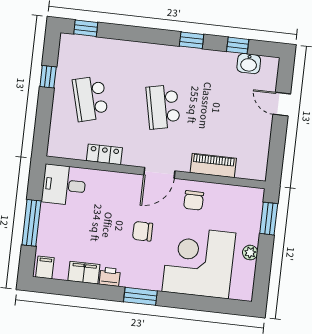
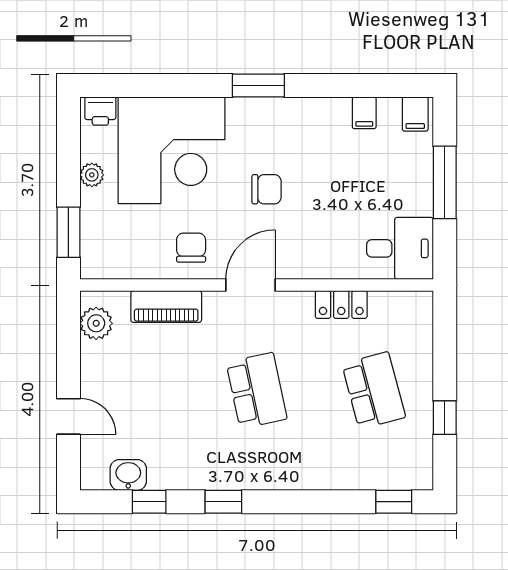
plant: (258, 160) -> (96, 323), added
filing cabinet: (84, 273) -> (364, 113), width x0.50
printer: (110, 277) -> (100, 111), moved

